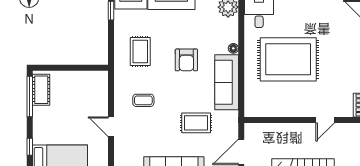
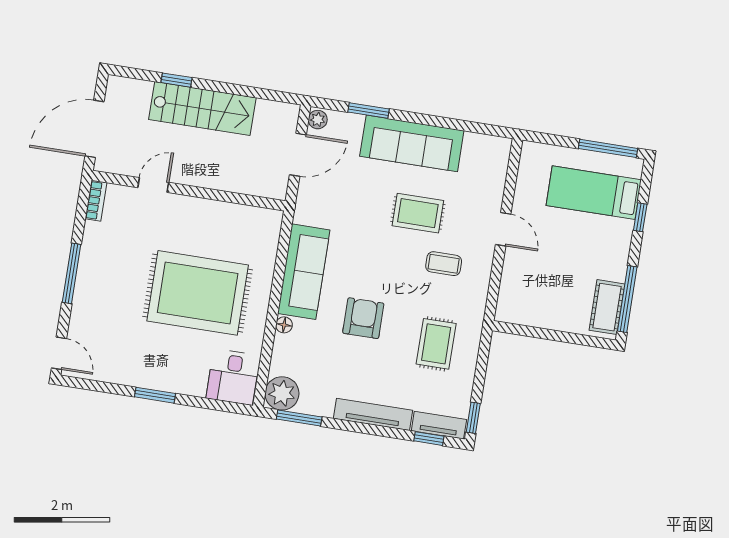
rug: (196, 123) -> (418, 213), moved

